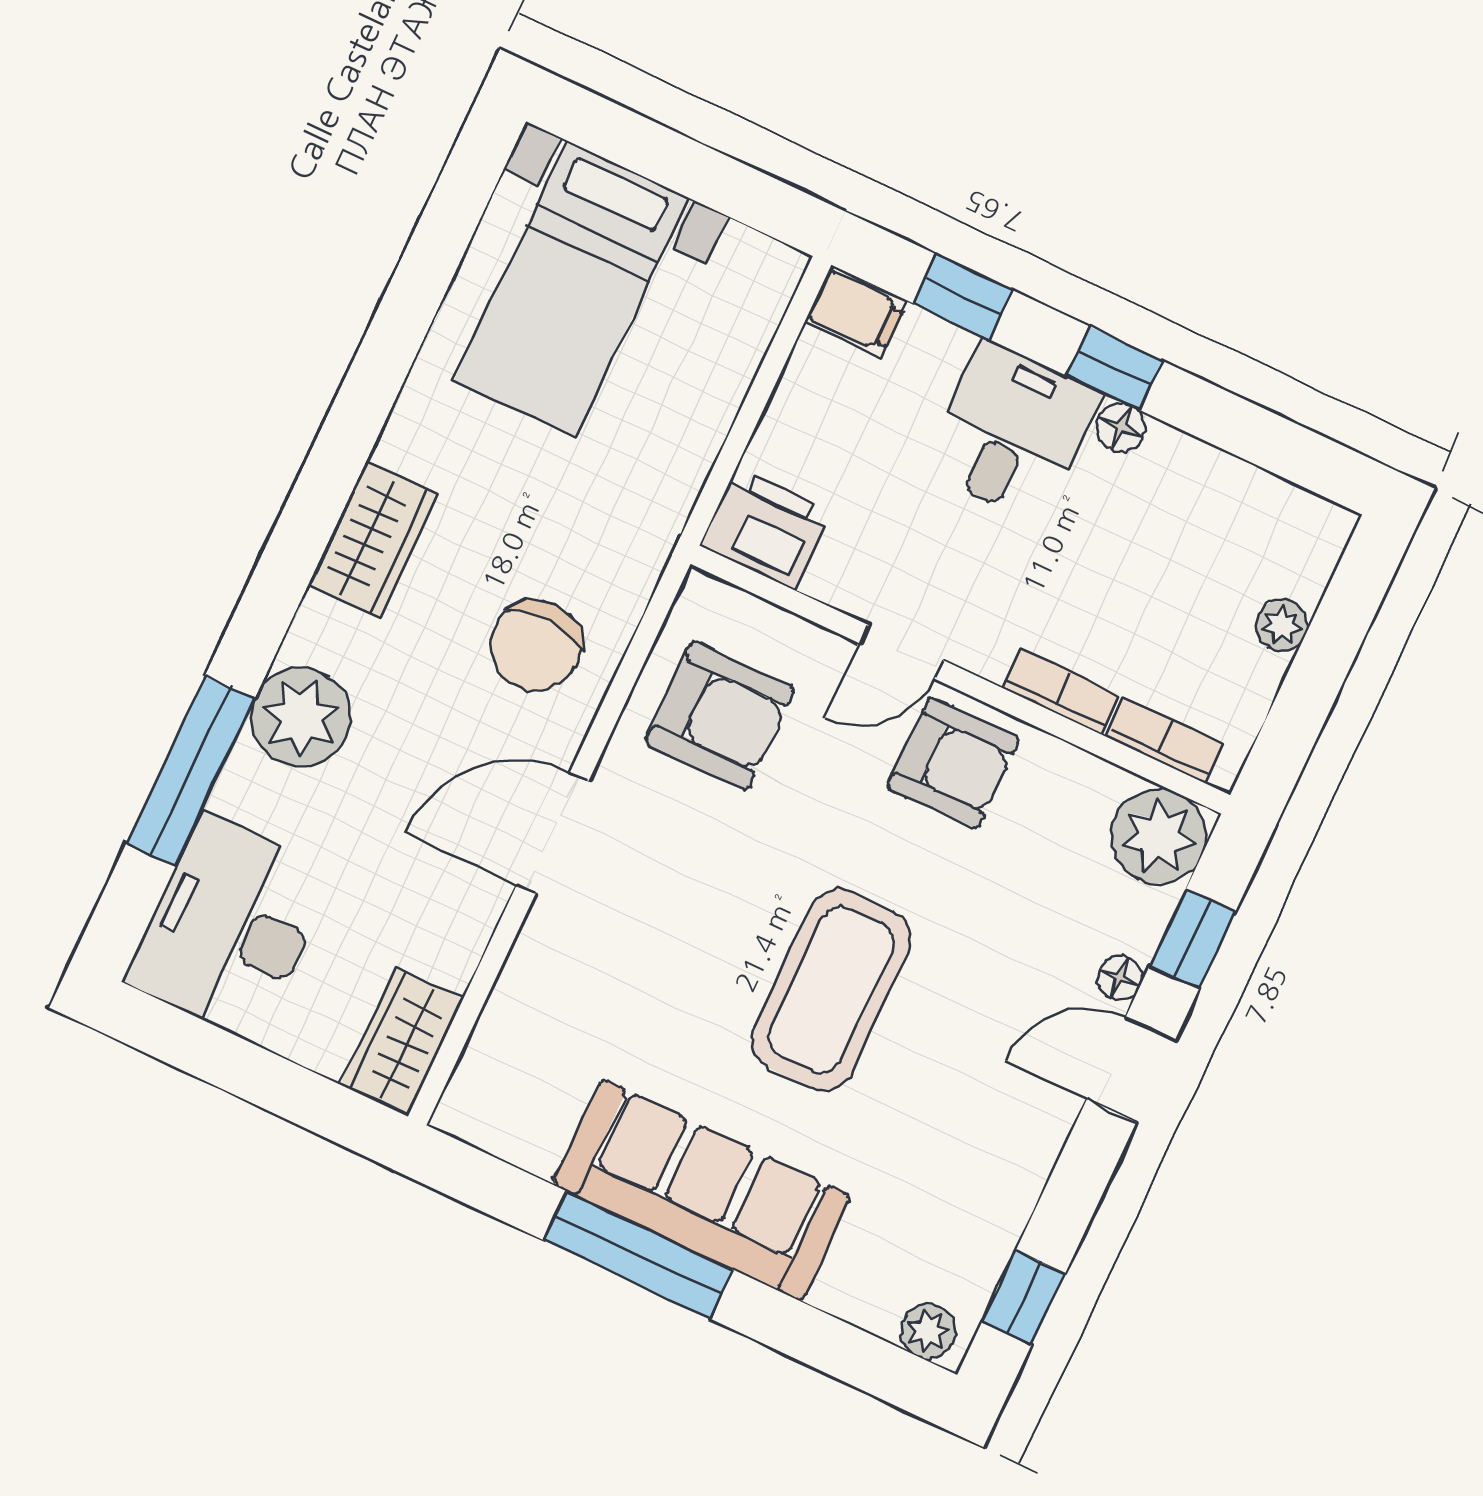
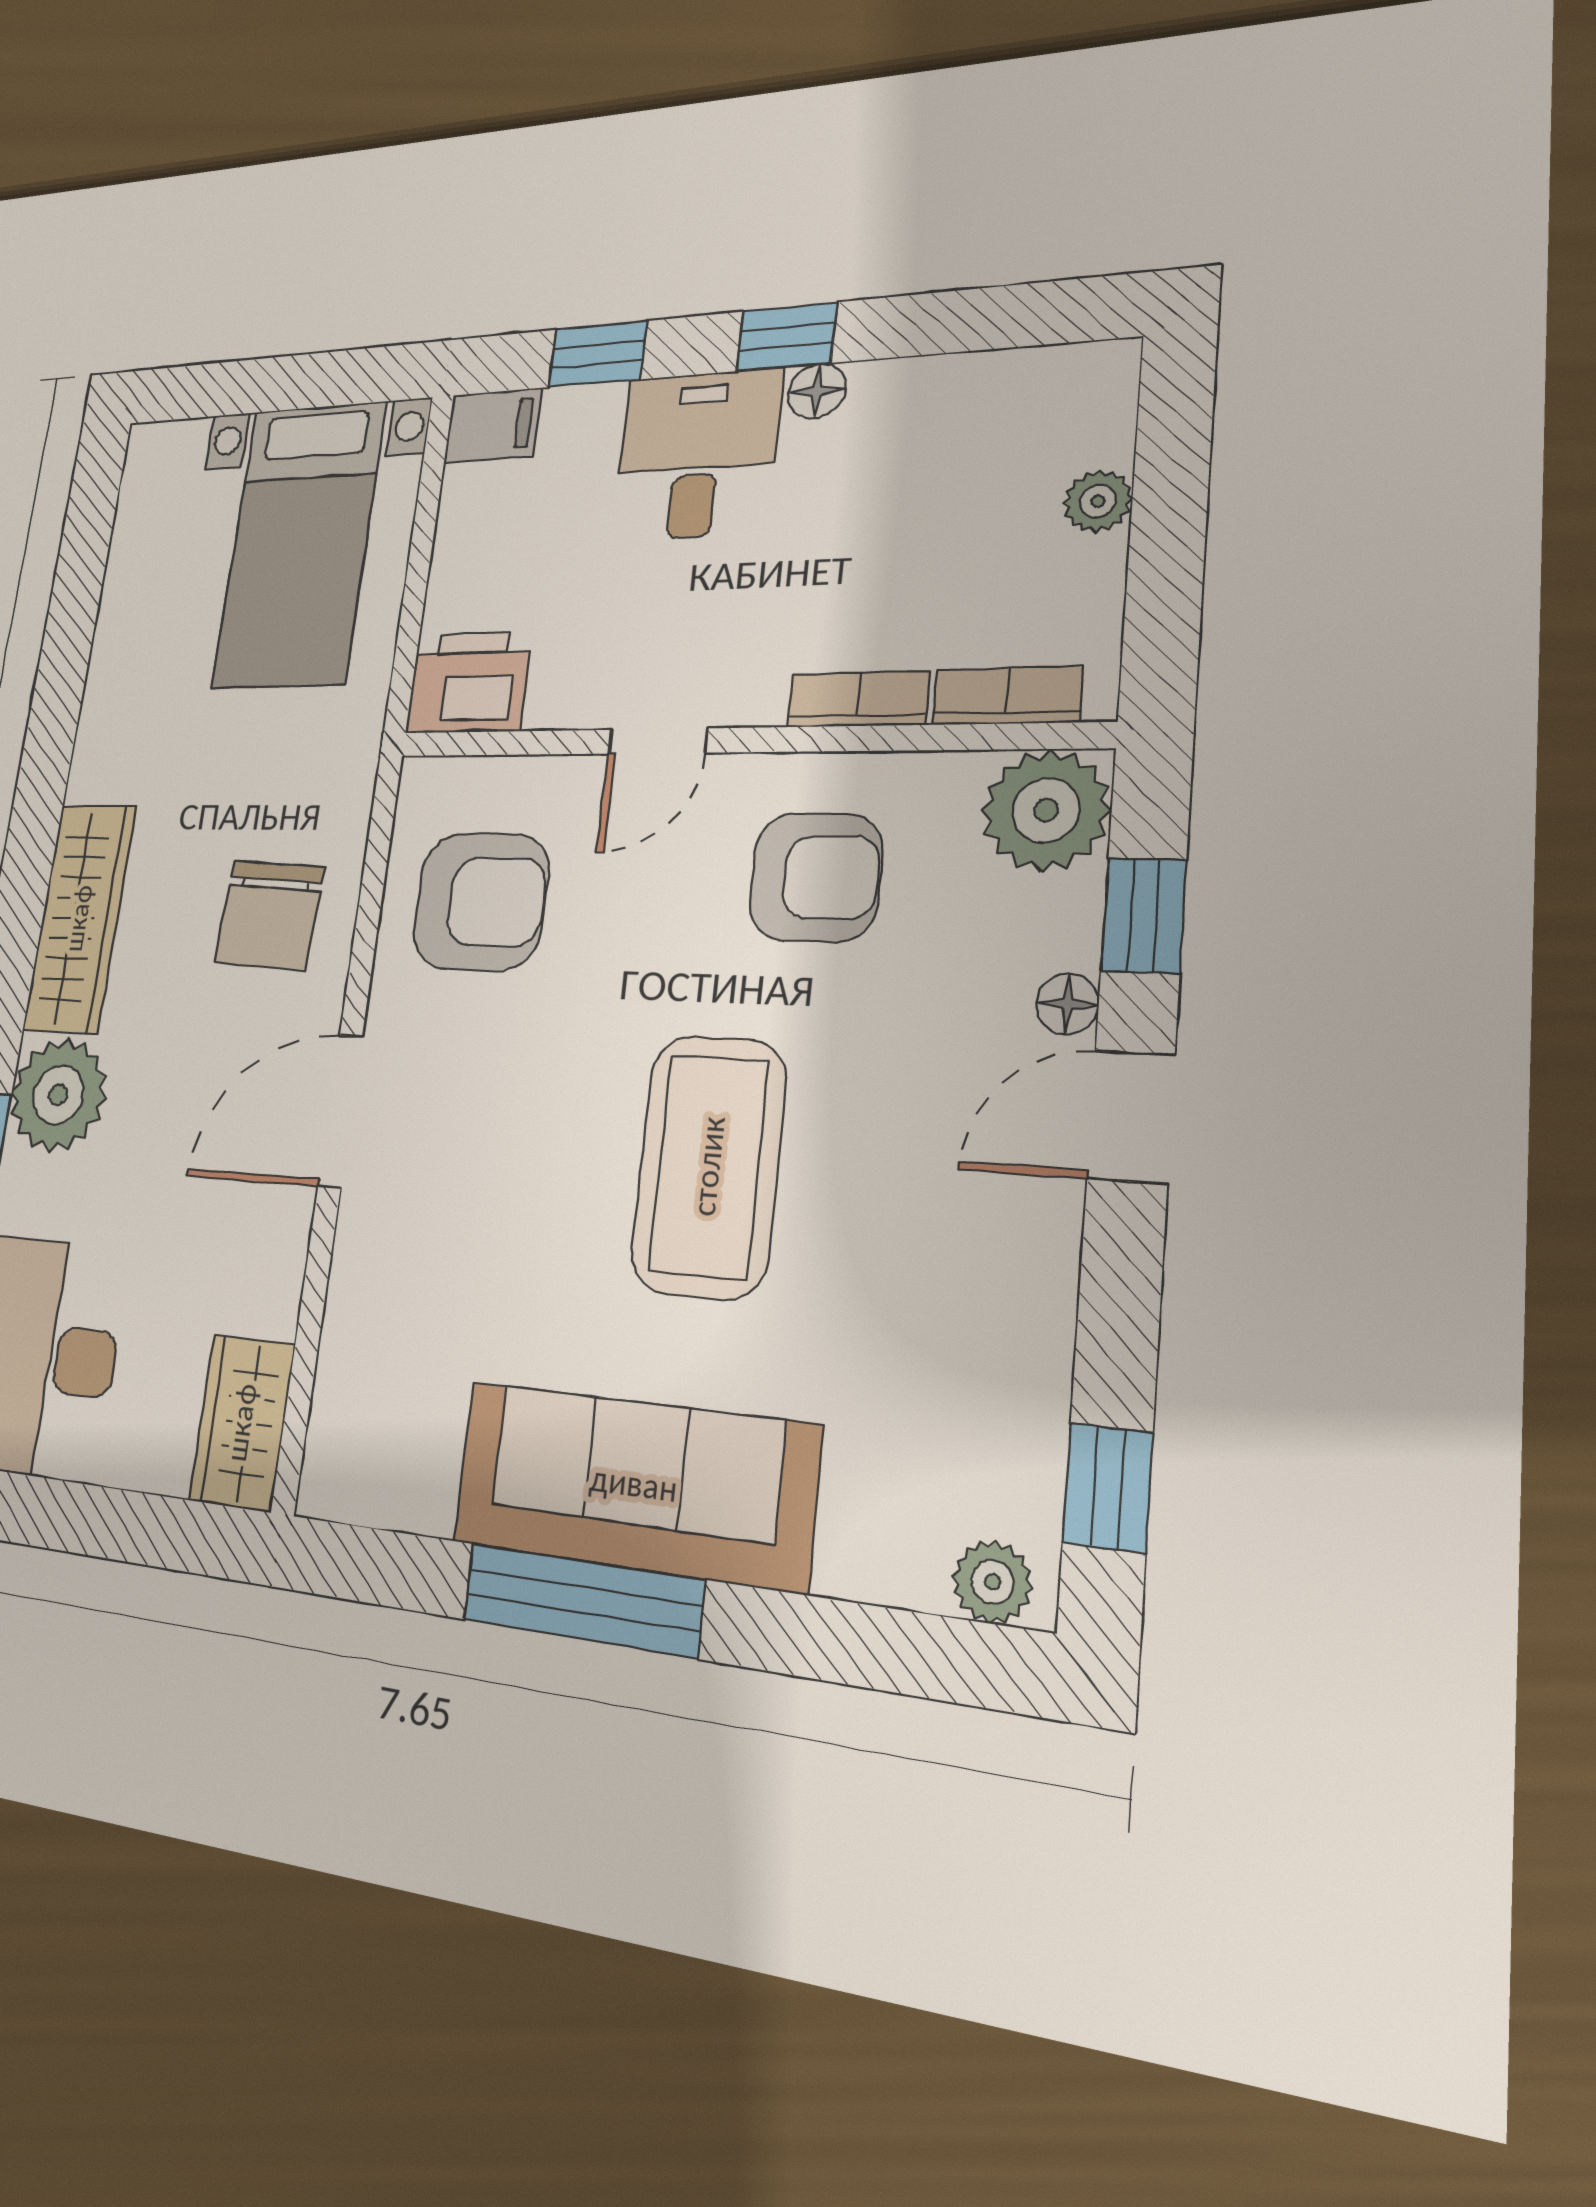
bed with nightstands: (571, 289) -> (299, 545), moved
wardrobe: (373, 539) -> (79, 918), width x1.50
armchair: (953, 763) -> (816, 877), moved

